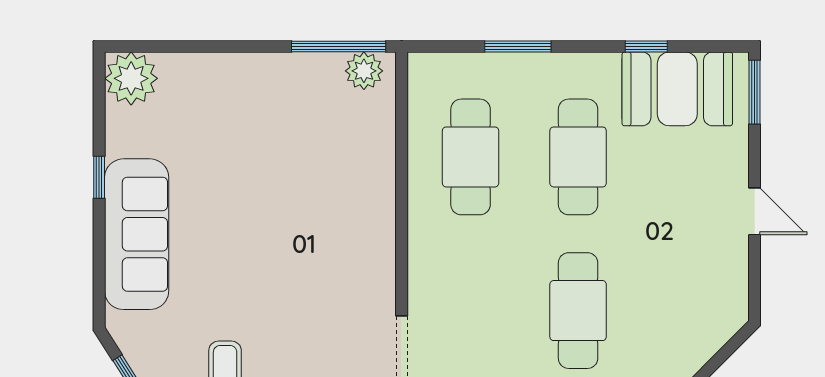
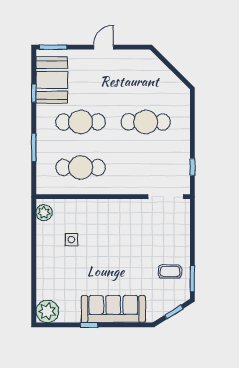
window: (339, 46) -> (34, 223), removed
side table: (300, 136) -> (71, 240), added

